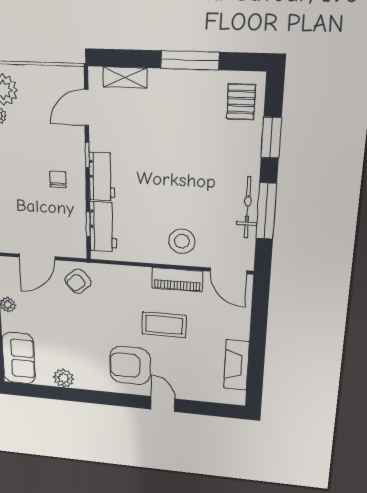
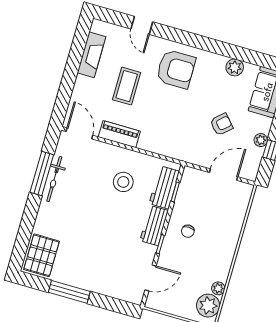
shelving: (125, 77) -> (117, 292), removed
pallet: (241, 102) -> (42, 255), width x1.50, depth x1.42
window: (271, 138) -> (27, 226), removed
stool: (182, 241) -> (123, 182), moved
armchair: (78, 281) -> (222, 124), moved
coffee table: (164, 325) -> (127, 86), moved, turned 90
door: (163, 404) -> (142, 25), moved

